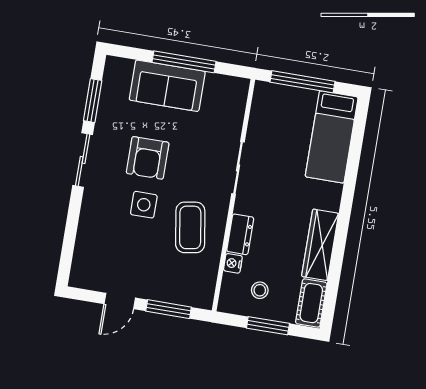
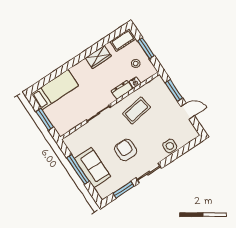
window: (303, 82) -> (45, 119), width x0.69
armchair: (148, 158) -> (126, 150), turned -90
side table: (144, 205) -> (170, 146), moved
wardrobe: (320, 245) -> (98, 57), width x0.67

